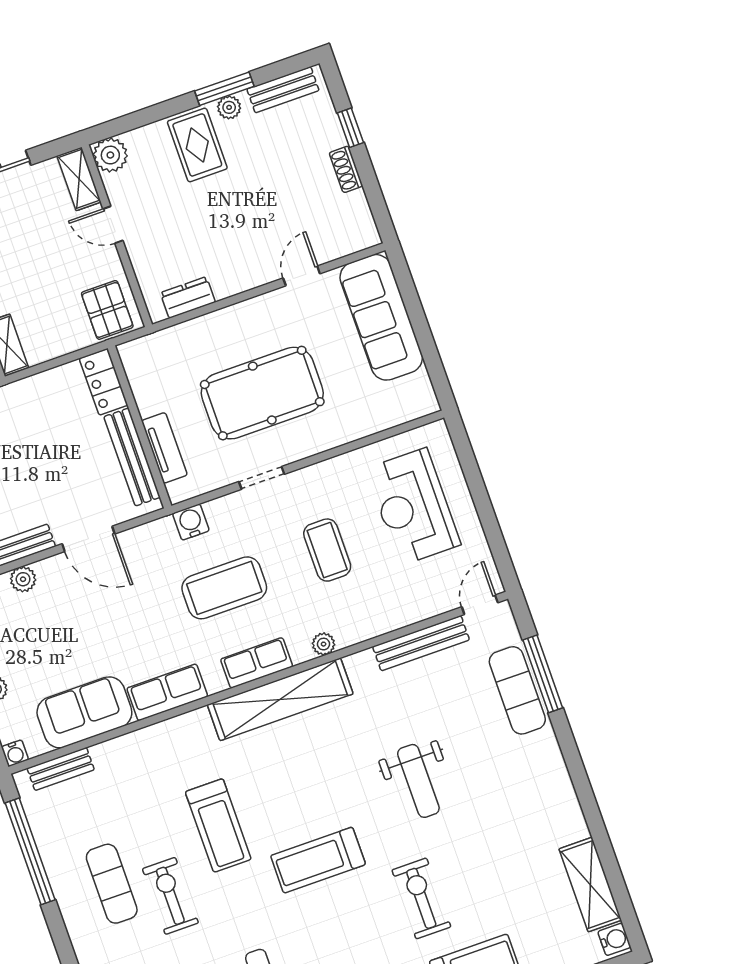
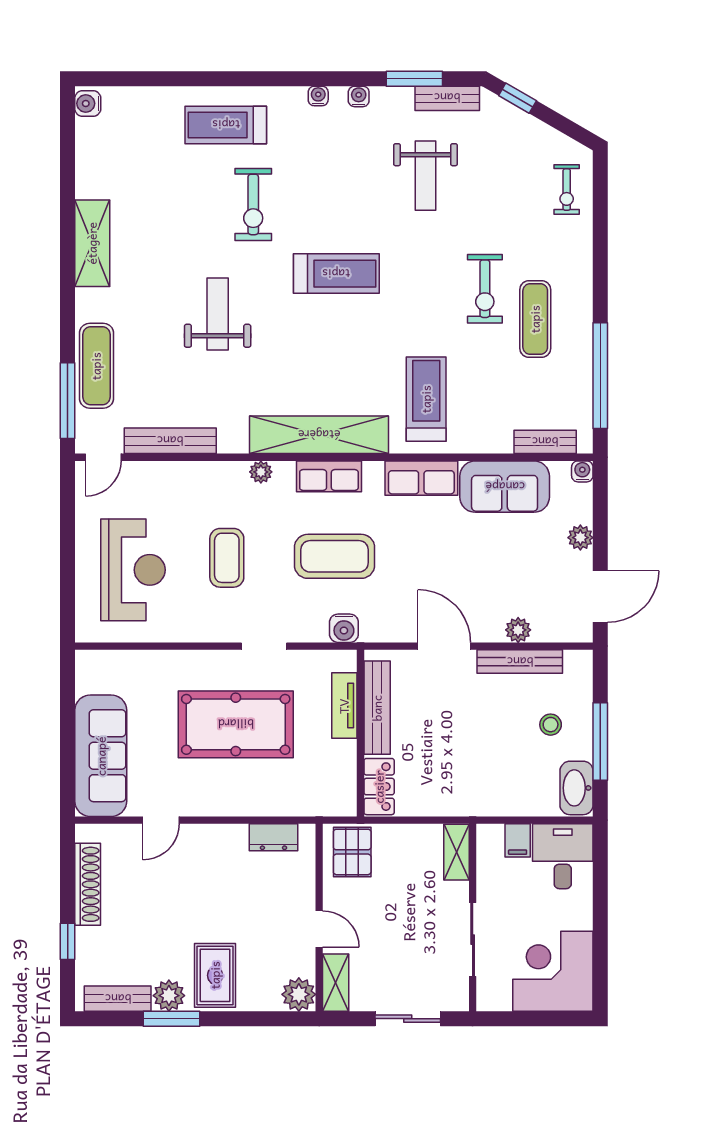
plant: (229, 107) -> (169, 996), width x1.38, depth x1.38
shoe rack: (346, 169) -> (88, 884), width x1.94, depth x1.24
window: (543, 674) -> (68, 401), moved
treadmill: (218, 825) -> (426, 399), moved
shelving: (590, 885) -> (92, 243), moved

